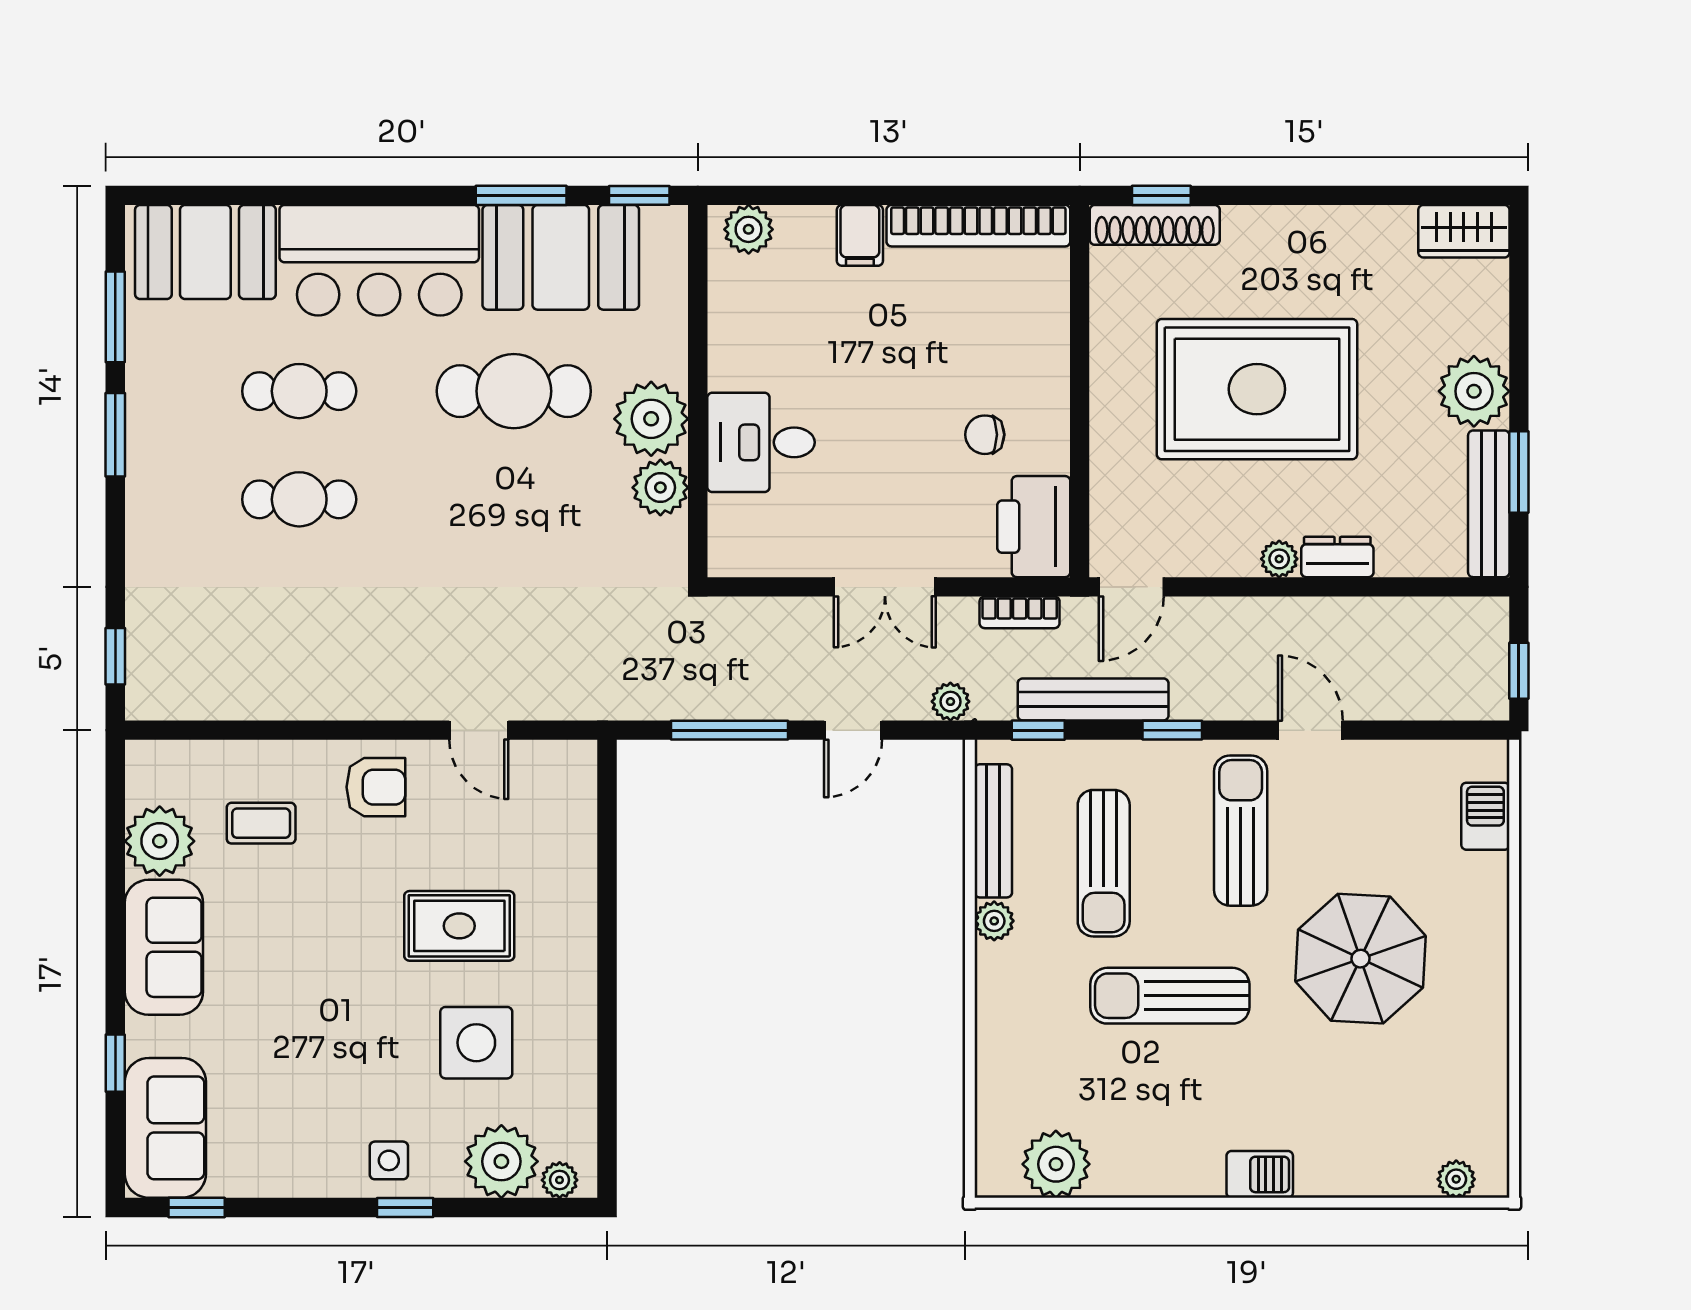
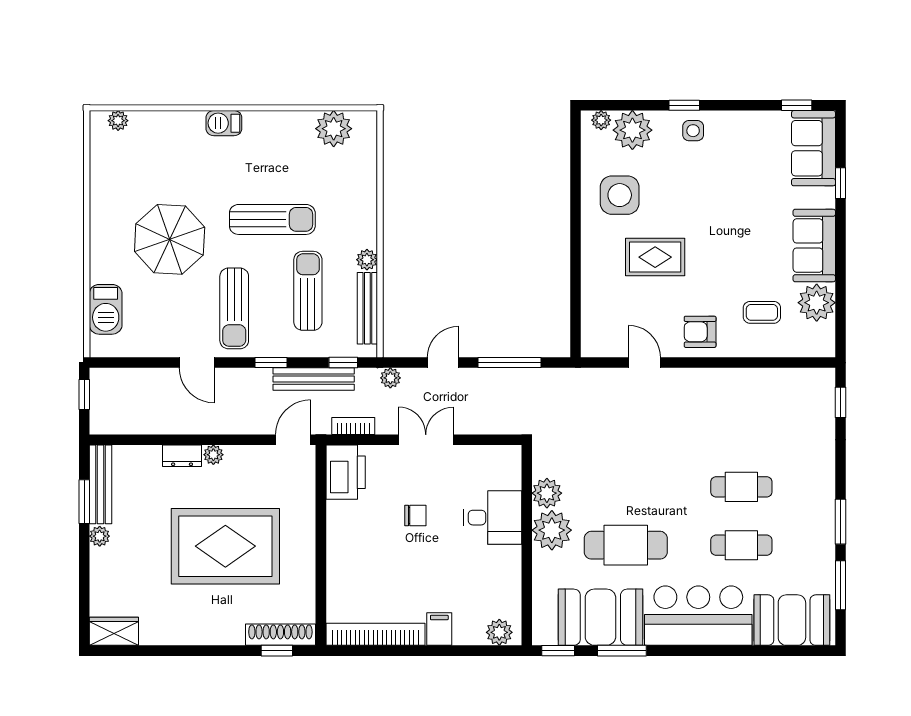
plant: (1474, 391) -> (100, 536), width x0.53, depth x0.53
chair: (985, 435) -> (415, 516), moved
barbecue: (1485, 816) -> (106, 309), width x1.38, depth x1.27
side table: (476, 1043) -> (620, 195), moved

